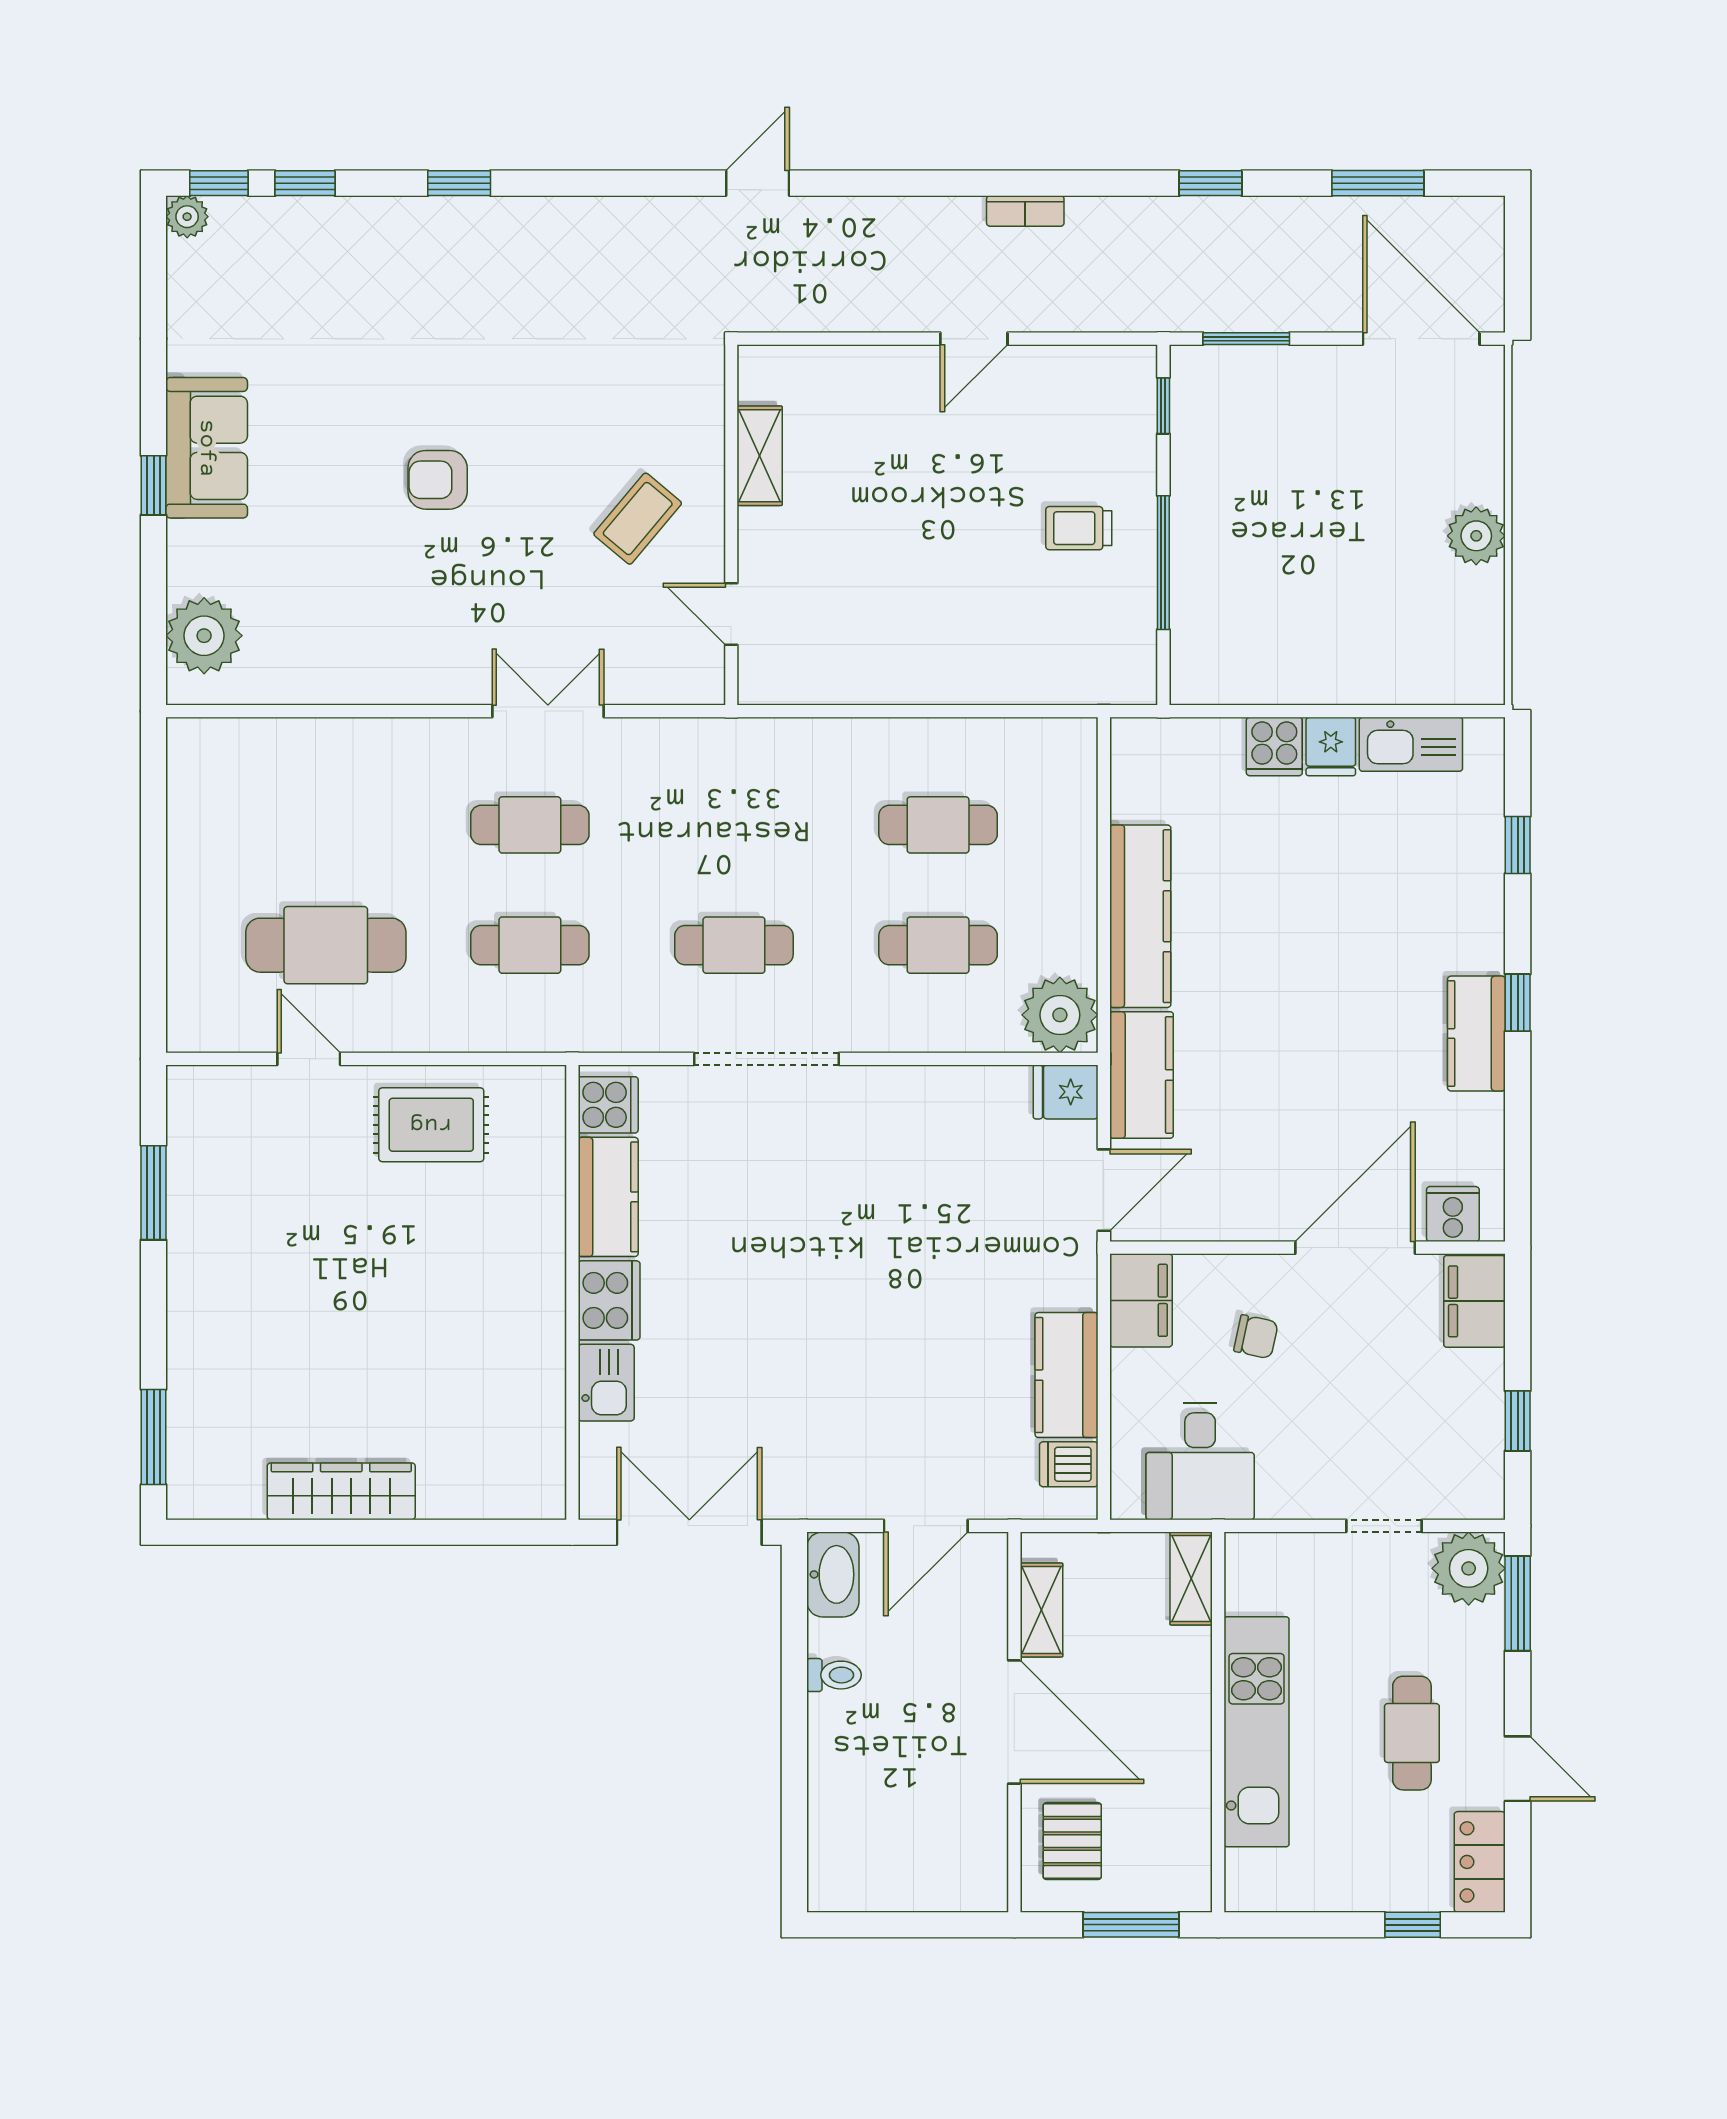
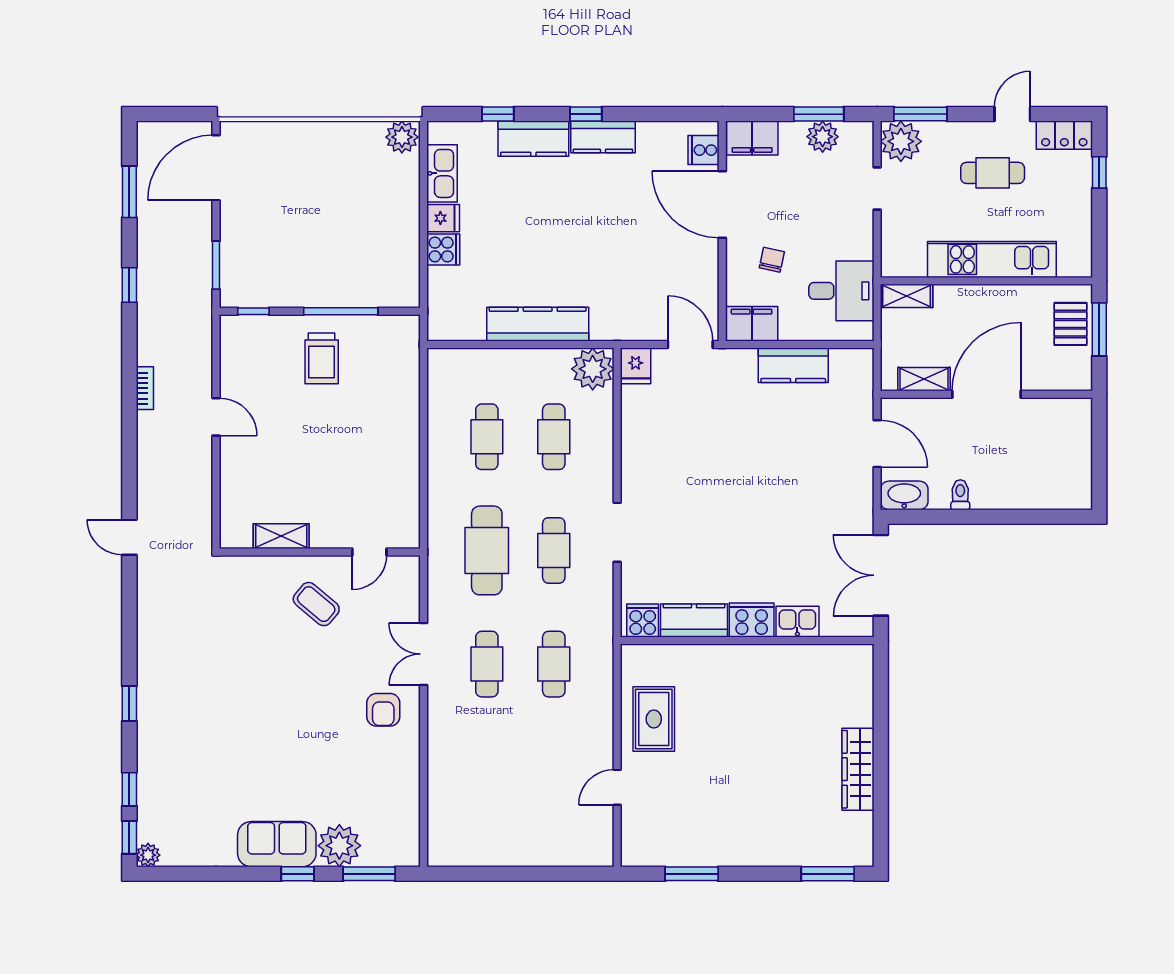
armchair: (438, 480) -> (383, 710), moved
trolley: (1079, 528) -> (322, 358), width x1.36, depth x1.39
plant: (1476, 536) -> (402, 137), moved
window: (154, 614) -> (369, 874), added
plant: (204, 636) -> (339, 846), moved
cafe table: (326, 945) -> (487, 550), moved
doorway: (767, 1059) -> (617, 532), width x0.73
kitchen counter: (1142, 1075) -> (533, 139), moved, turned 180
window: (1518, 1421) -> (819, 114), width x1.50
plant: (1477, 1428) -> (823, 137), added
dishwasher: (1069, 1464) -> (843, 364), removed
pallet: (1072, 1841) -> (1070, 324), moved, turned 90

